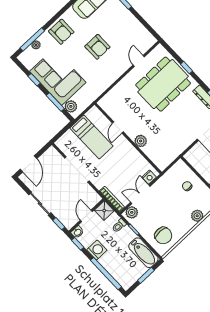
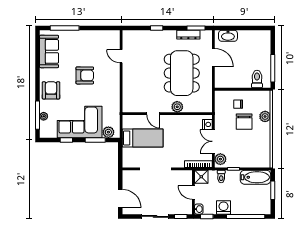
armchair: (61, 32) -> (51, 90), turned -90
dining table: (163, 84) -> (182, 73), moved
chair: (163, 236) -> (244, 122), moved, turned 90

